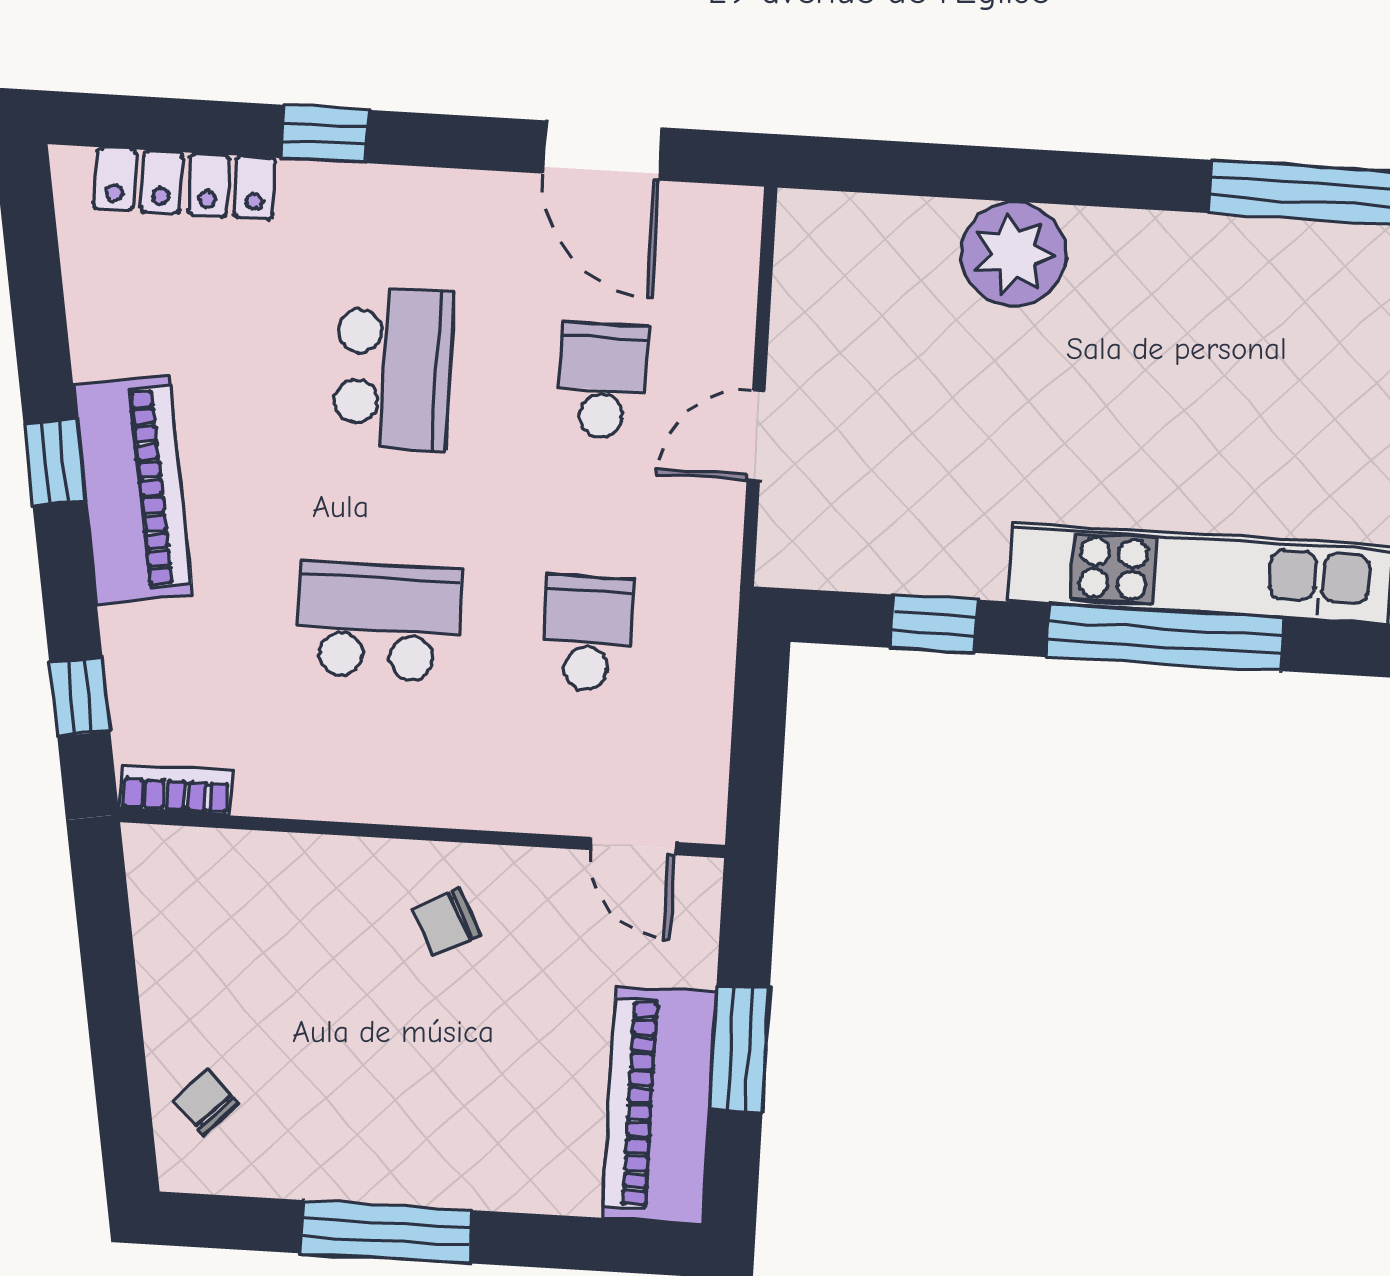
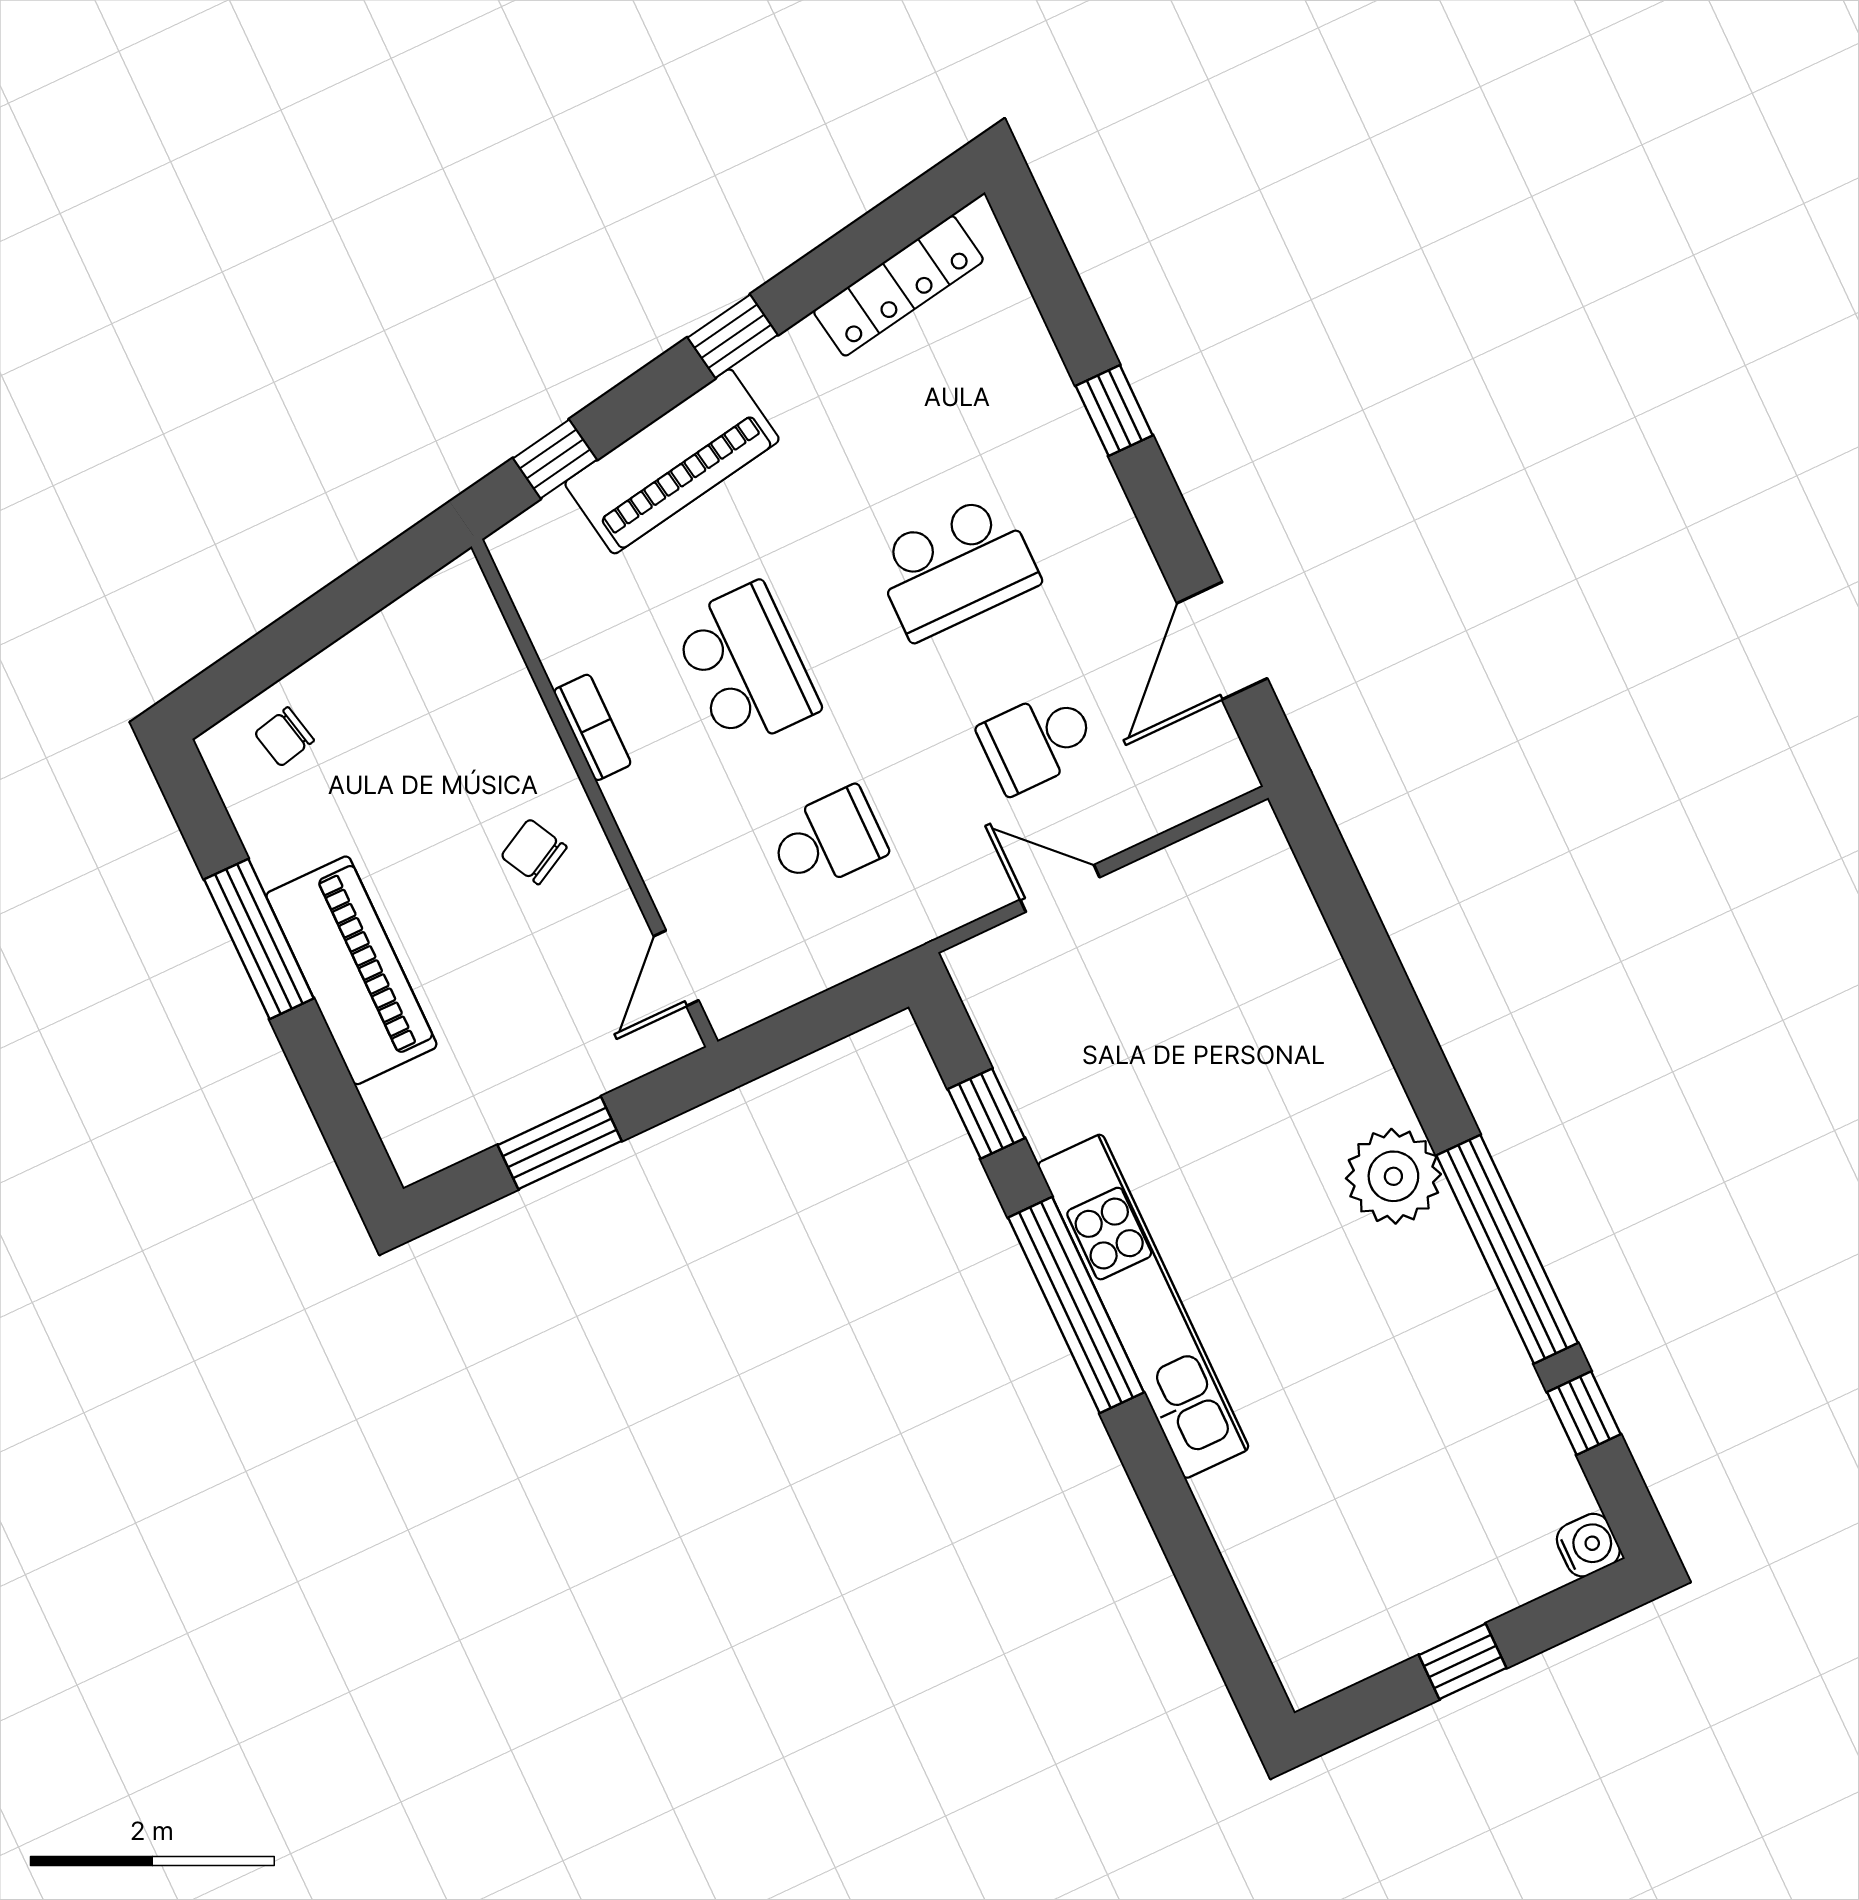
locker: (185, 183) -> (898, 286), moved, turned -100
plant: (1014, 254) -> (1393, 1176), moved
school desk: (603, 380) -> (1037, 741), turned 180
piano: (133, 490) -> (672, 461), moved
bookcase: (176, 790) -> (592, 727), moved
chair: (206, 1102) -> (284, 737), turned -148
piano: (659, 1105) -> (351, 970), moved, turned 90

